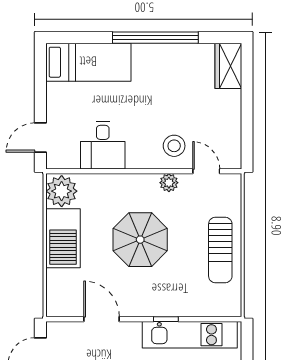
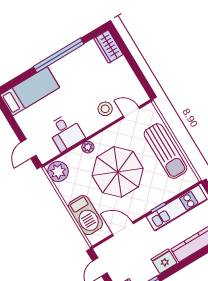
plant: (169, 183) -> (88, 147), moved
barbecue: (63, 238) -> (85, 215), moved
parasol: (140, 240) -> (118, 172), width x1.36, depth x1.36
sun lounger: (220, 250) -> (165, 151), width x1.36, depth x1.34

